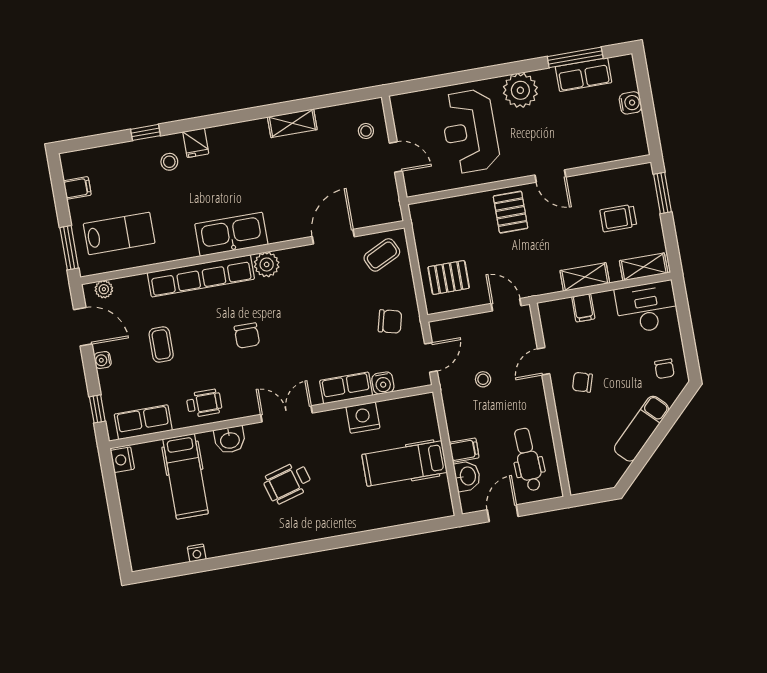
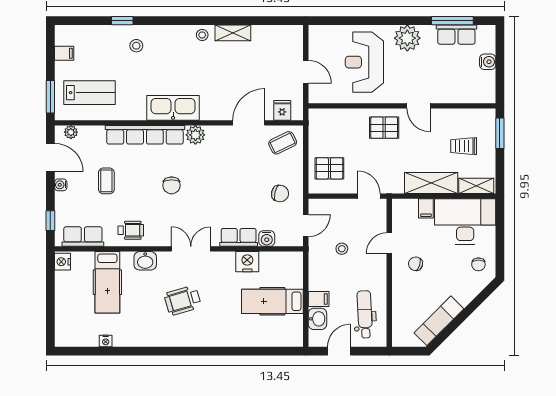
stool: (366, 131) -> (202, 35), moved
fridge: (196, 143) -> (282, 110), moved, turned 180
pallet: (511, 212) -> (384, 128), turned 90
shelving: (585, 277) -> (431, 183), width x1.50, depth x1.33
desk: (647, 307) -> (465, 222), width x1.36, depth x1.30
exam couch: (641, 429) -> (439, 321), moved

